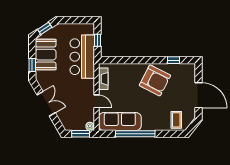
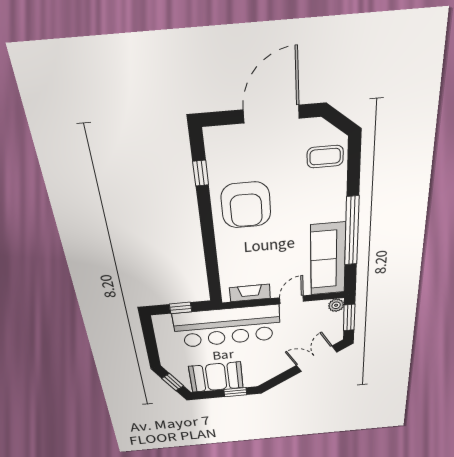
bar counter: (82, 57) -> (227, 326), width x1.36
armchair: (155, 80) -> (246, 205), turned 153
double door: (46, 104) -> (317, 359), moved

